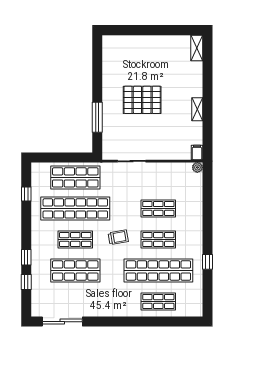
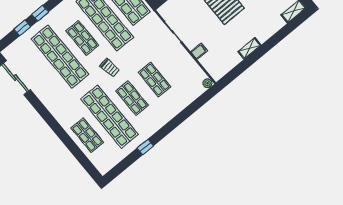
filing cabinet: (197, 152) -> (199, 51), moved
shop shelf: (75, 271) -> (60, 57), width x1.40

